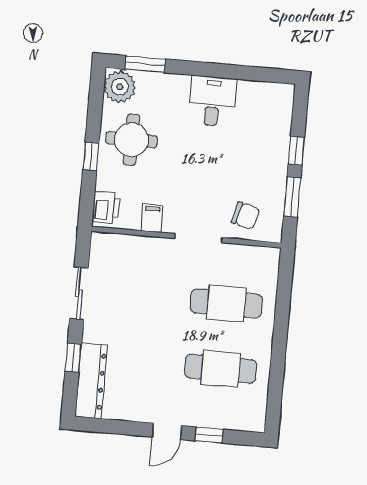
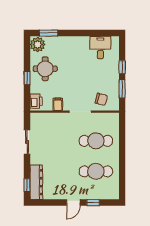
desk: (212, 101) -> (100, 48), moved
window: (73, 358) -> (27, 185), moved

